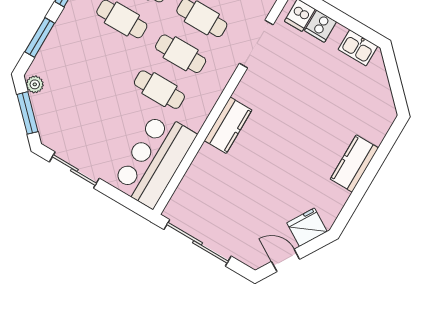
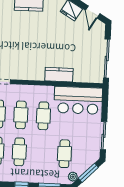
cafe table: (79, 91) -> (64, 154), added
kitchen counter: (228, 125) -> (59, 75), moved

